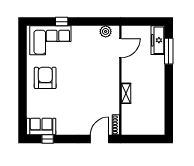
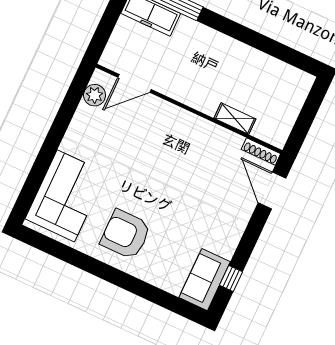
window: (62, 22) -> (43, 162), removed
door: (120, 48) -> (134, 83), swing flipped
shelving: (126, 93) -> (235, 119), moved

